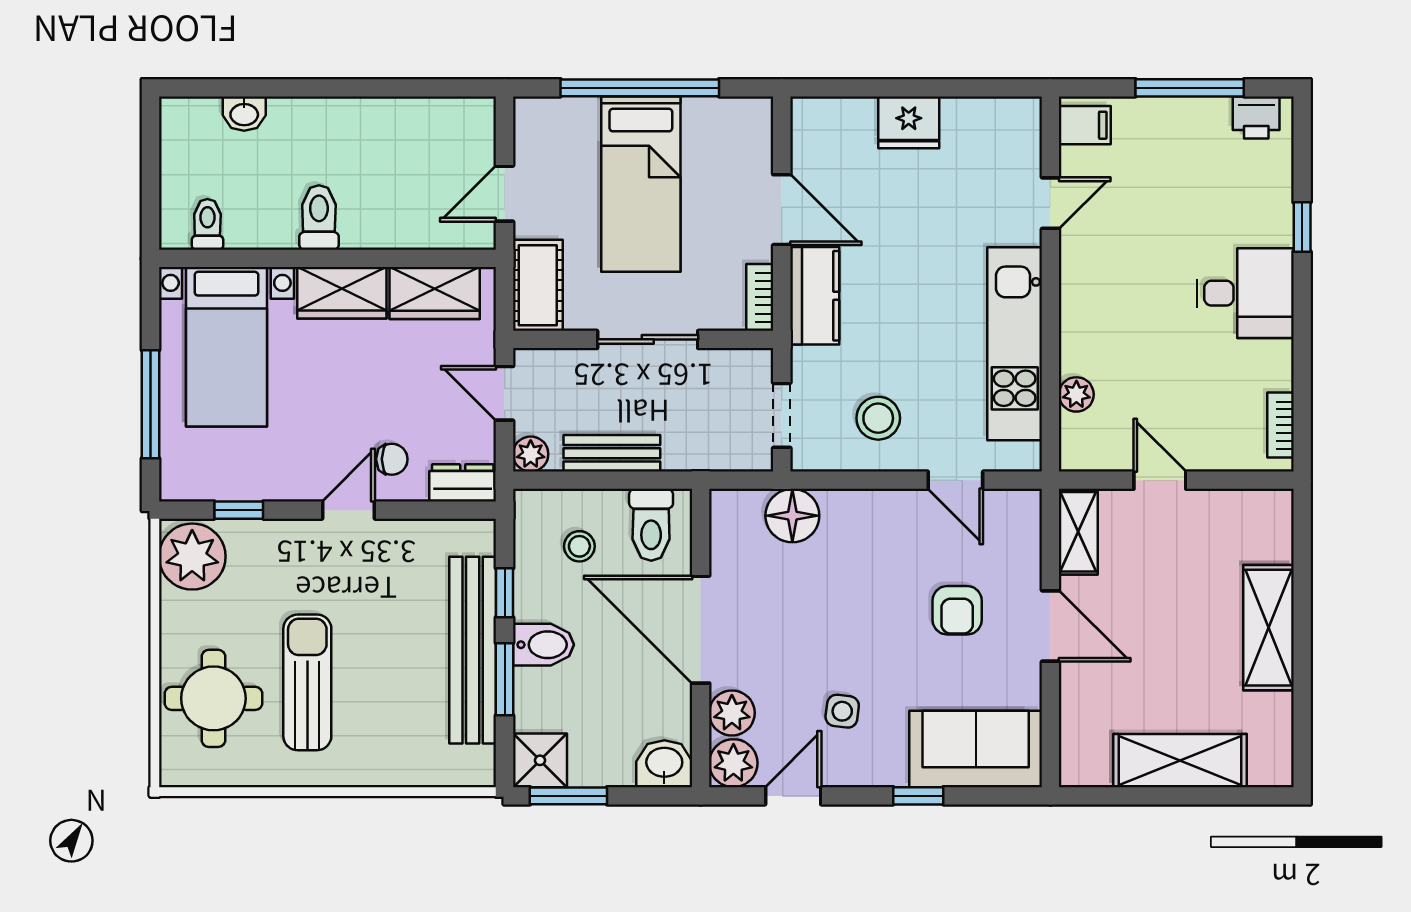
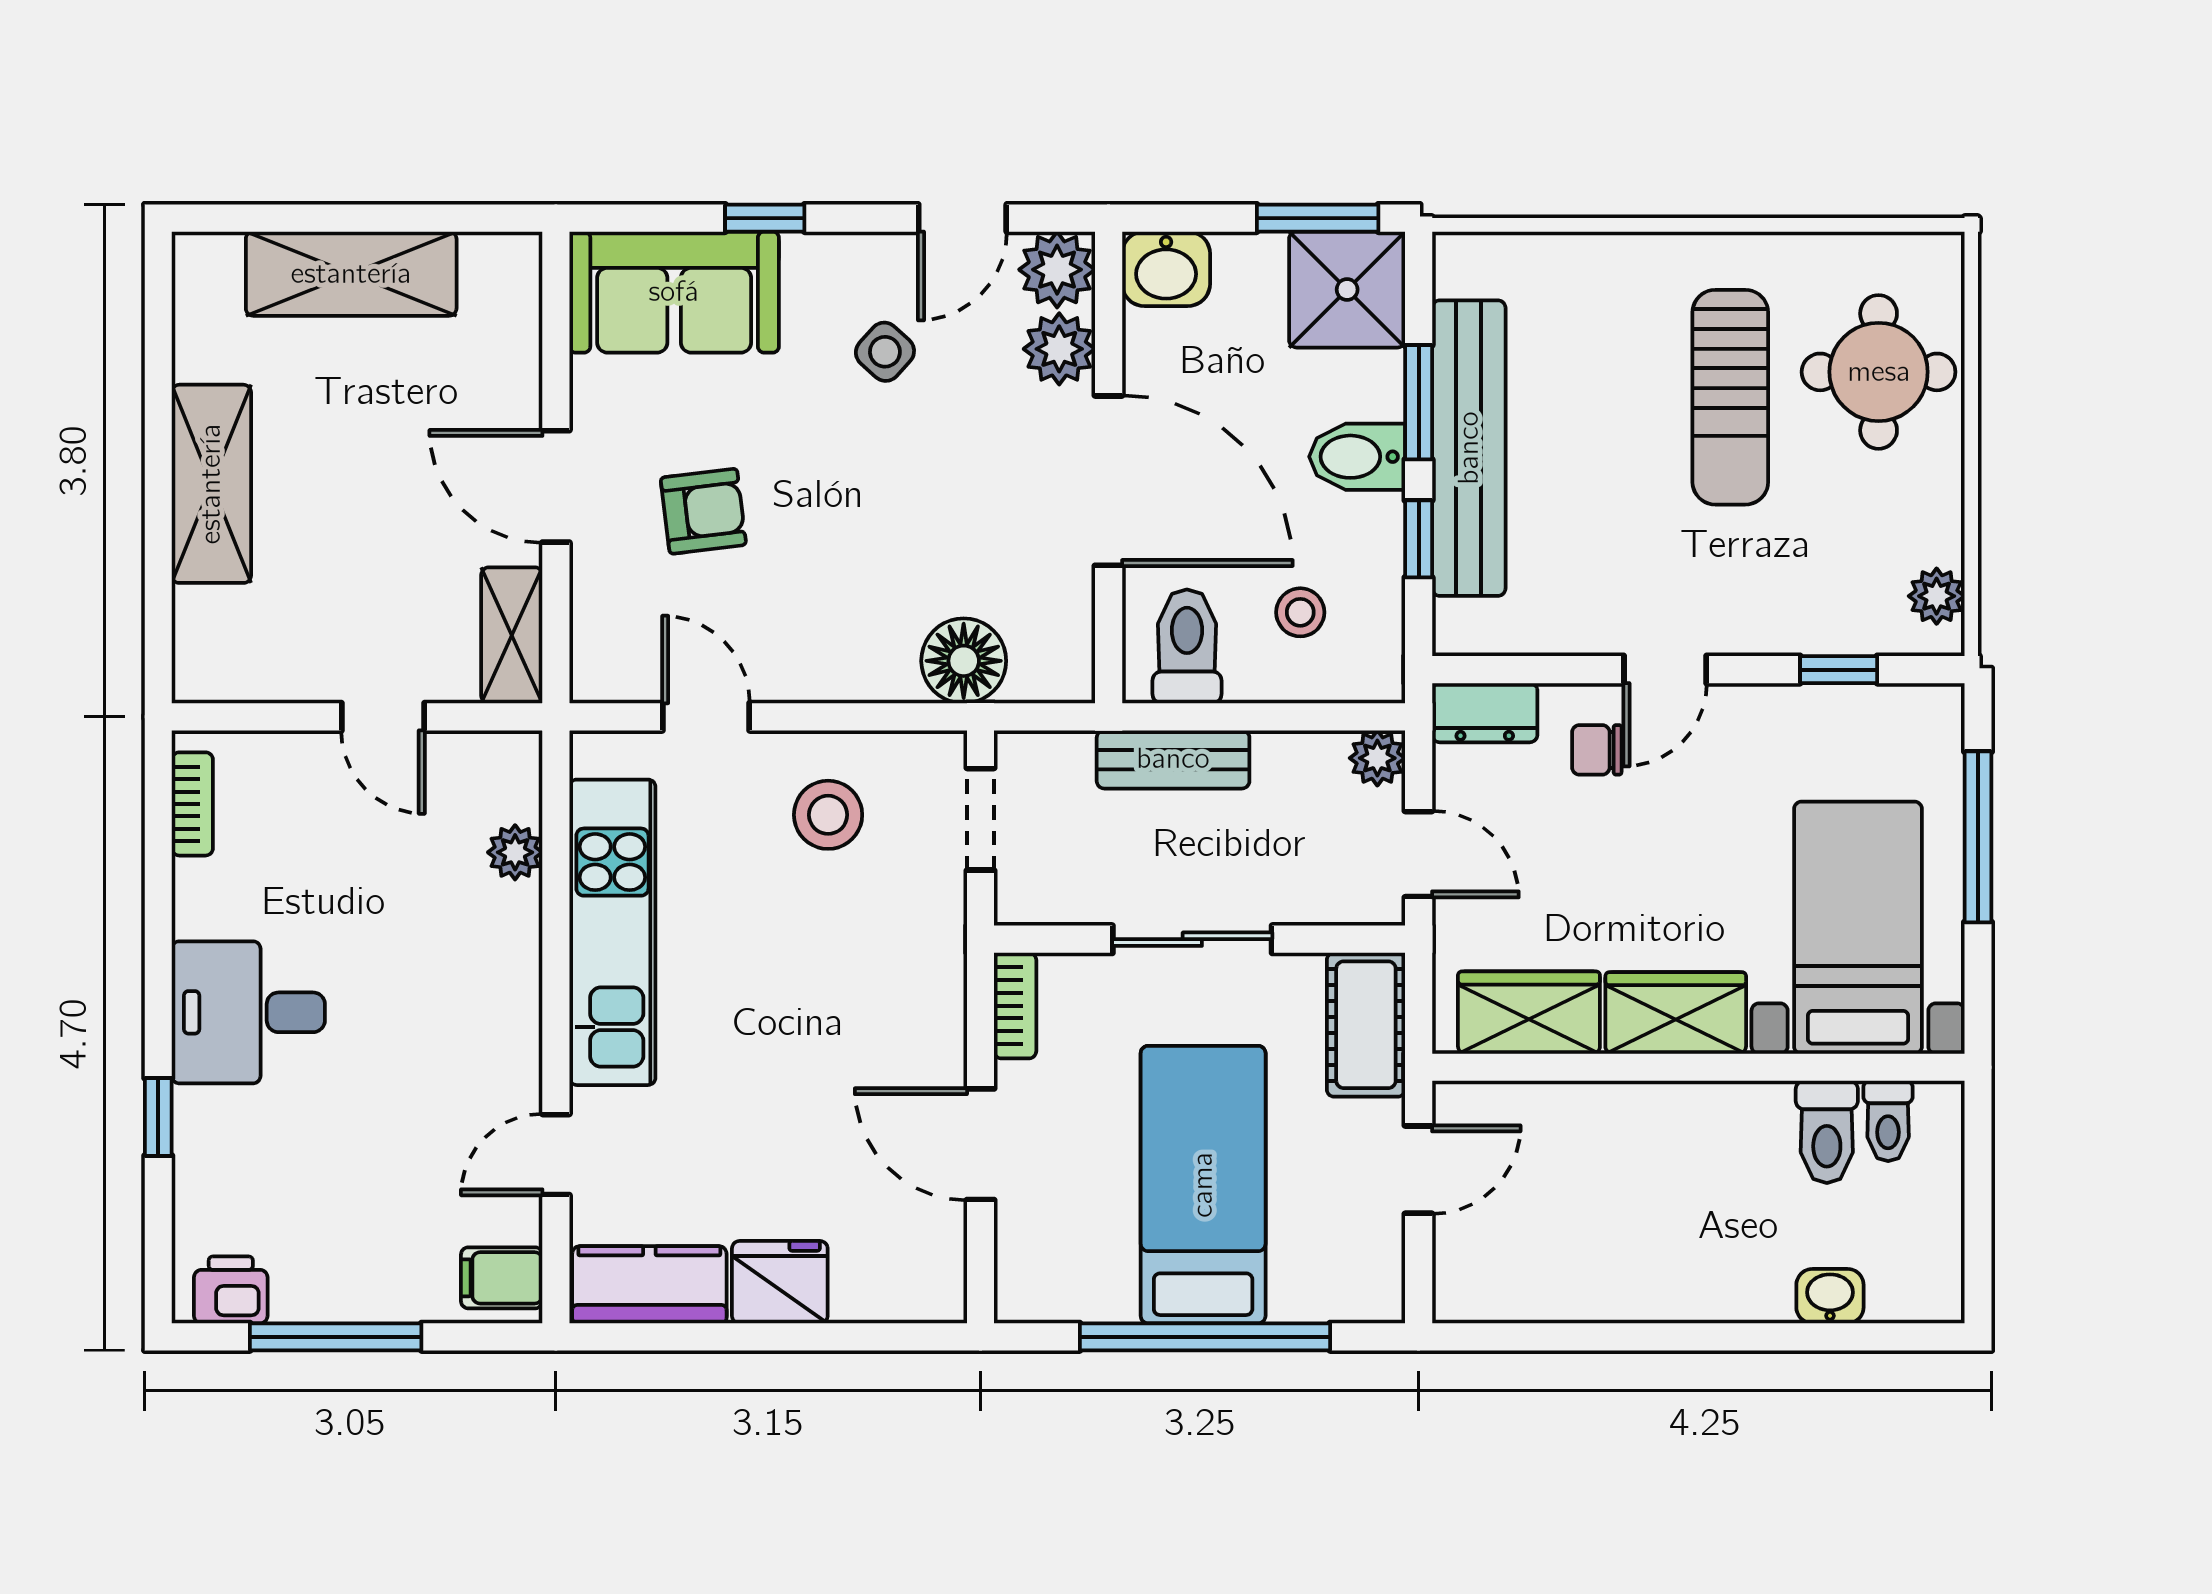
toilet: (319, 217) -> (1827, 1132), moved
kitchen counter: (815, 296) -> (649, 1285), moved, turned 90
bench: (612, 453) -> (1173, 759), moved
plant: (192, 557) -> (1937, 596), width x0.53, depth x0.53
armchair: (957, 610) -> (703, 511), turned 83
side table: (842, 711) -> (885, 352), turned 35
shower: (540, 760) -> (1347, 290), width x1.36, depth x1.36

